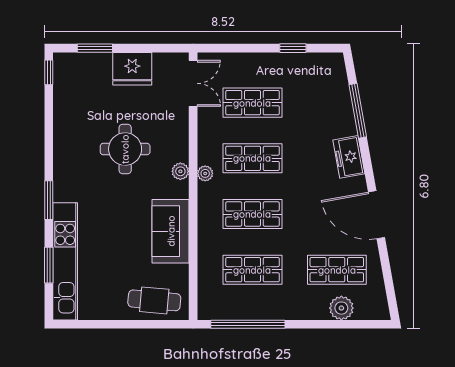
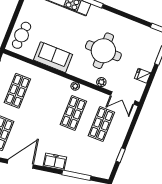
fridge: (132, 69) -> (143, 76), width x0.53, depth x0.75
round table: (125, 149) -> (103, 51), width x1.36, depth x1.36
plant: (180, 171) -> (101, 82), moved
shop shelf: (252, 214) -> (45, 102), removed

